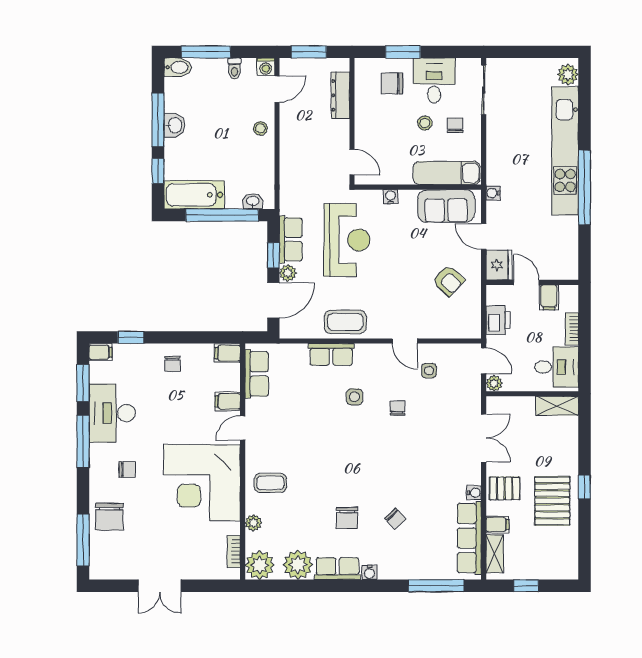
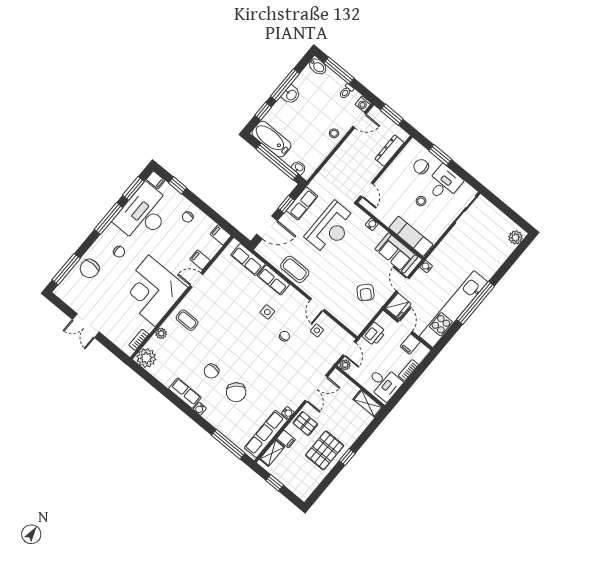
chair: (455, 125) -> (436, 215), removed
kitchen unit: (565, 151) -> (454, 309), moved
plant: (288, 273) -> (286, 220), removed
row of seats: (257, 374) -> (248, 259), moved, turned 90
desk: (112, 413) -> (144, 214), width x1.36, depth x1.30
chair: (395, 519) -> (236, 392), width x1.87, depth x1.87
plant: (298, 565) -> (166, 374), removed

